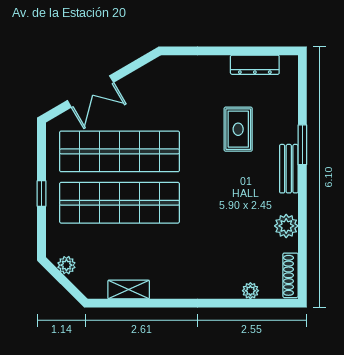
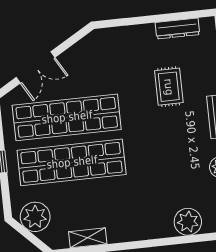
plant: (66, 265) -> (35, 217), width x1.87, depth x1.87
plant: (250, 291) -> (188, 222), width x1.87, depth x1.87

